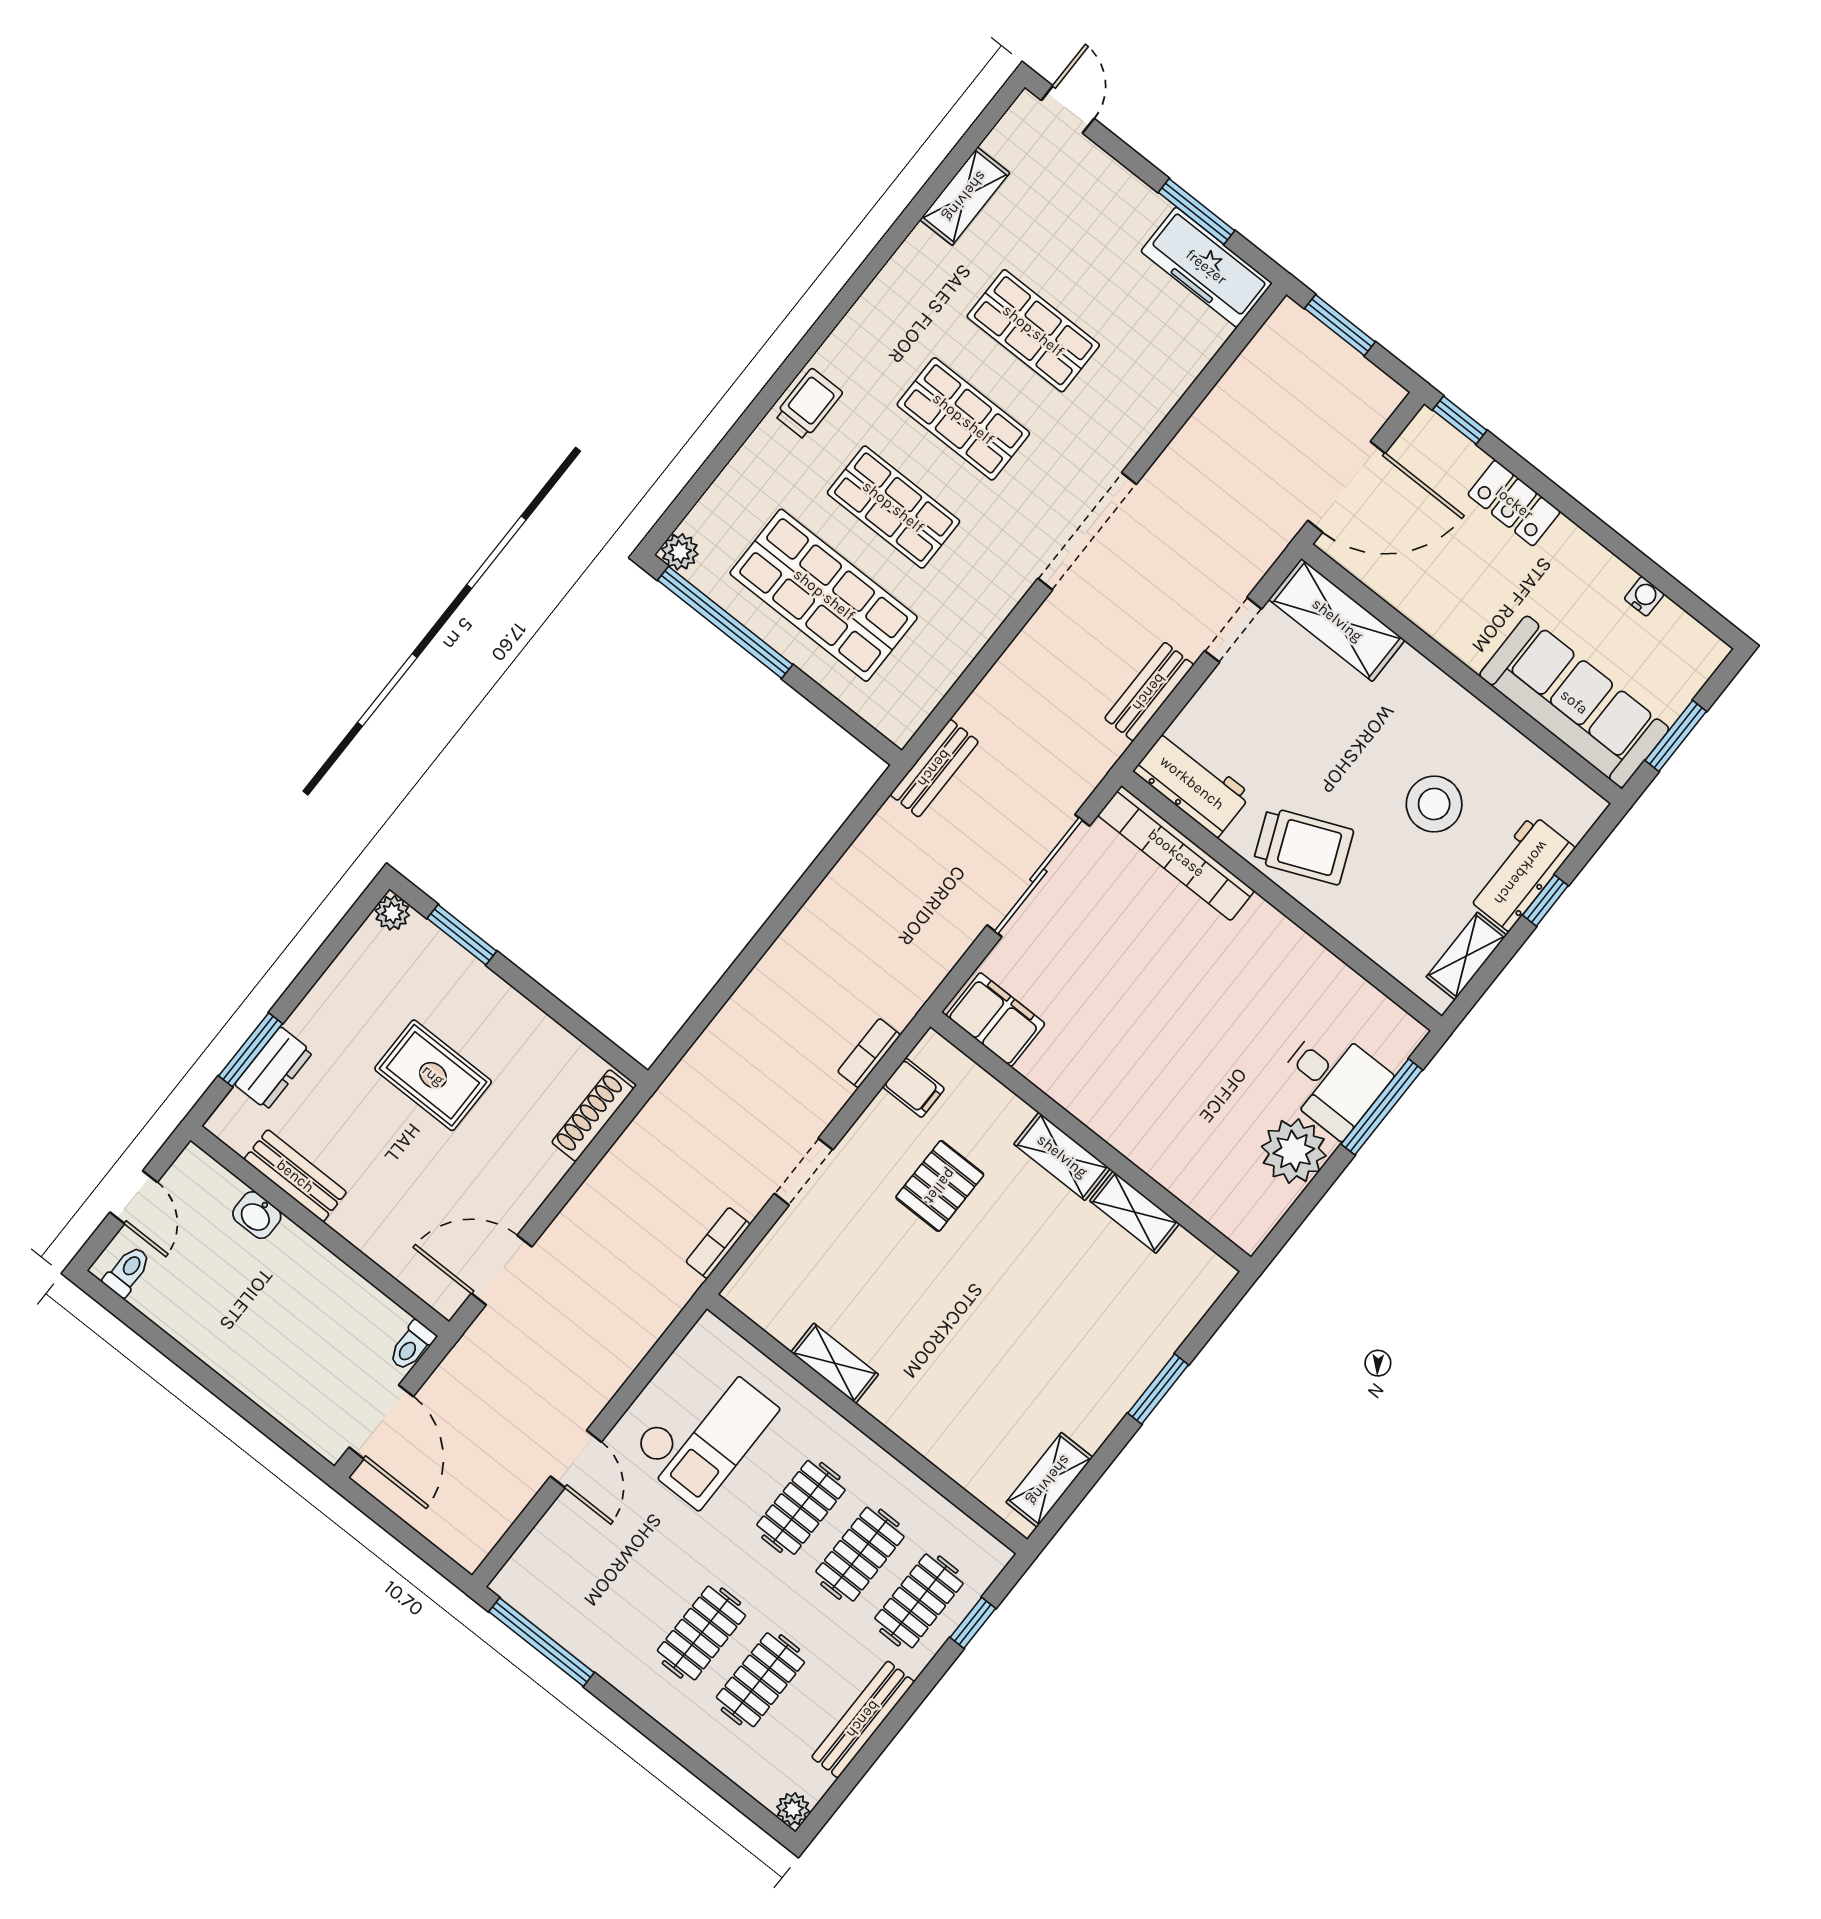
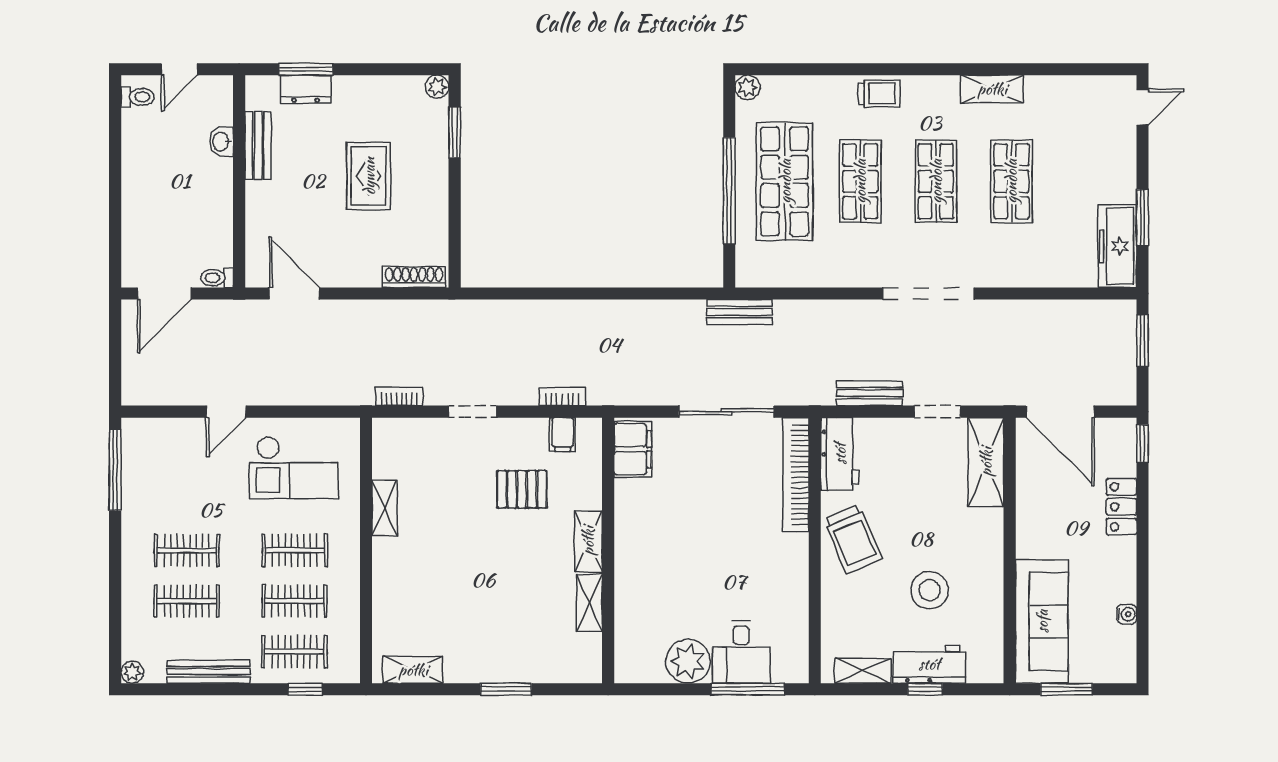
shelving: (965, 196) -> (992, 89), moved
window: (725, 622) -> (729, 191), moved

